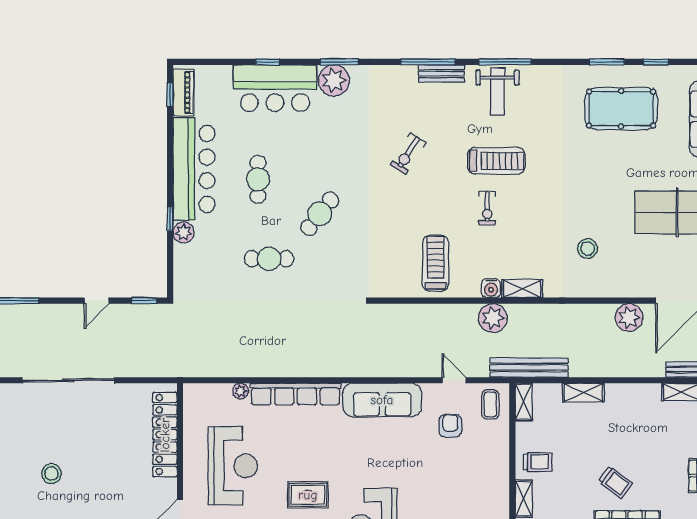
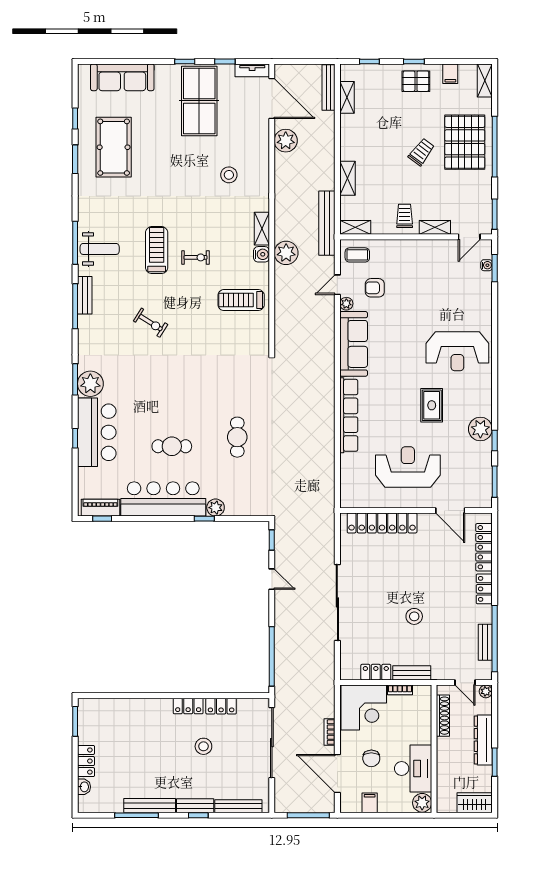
cafe table: (320, 214) -> (200, 395), removed
plant: (240, 391) -> (346, 304), moved

